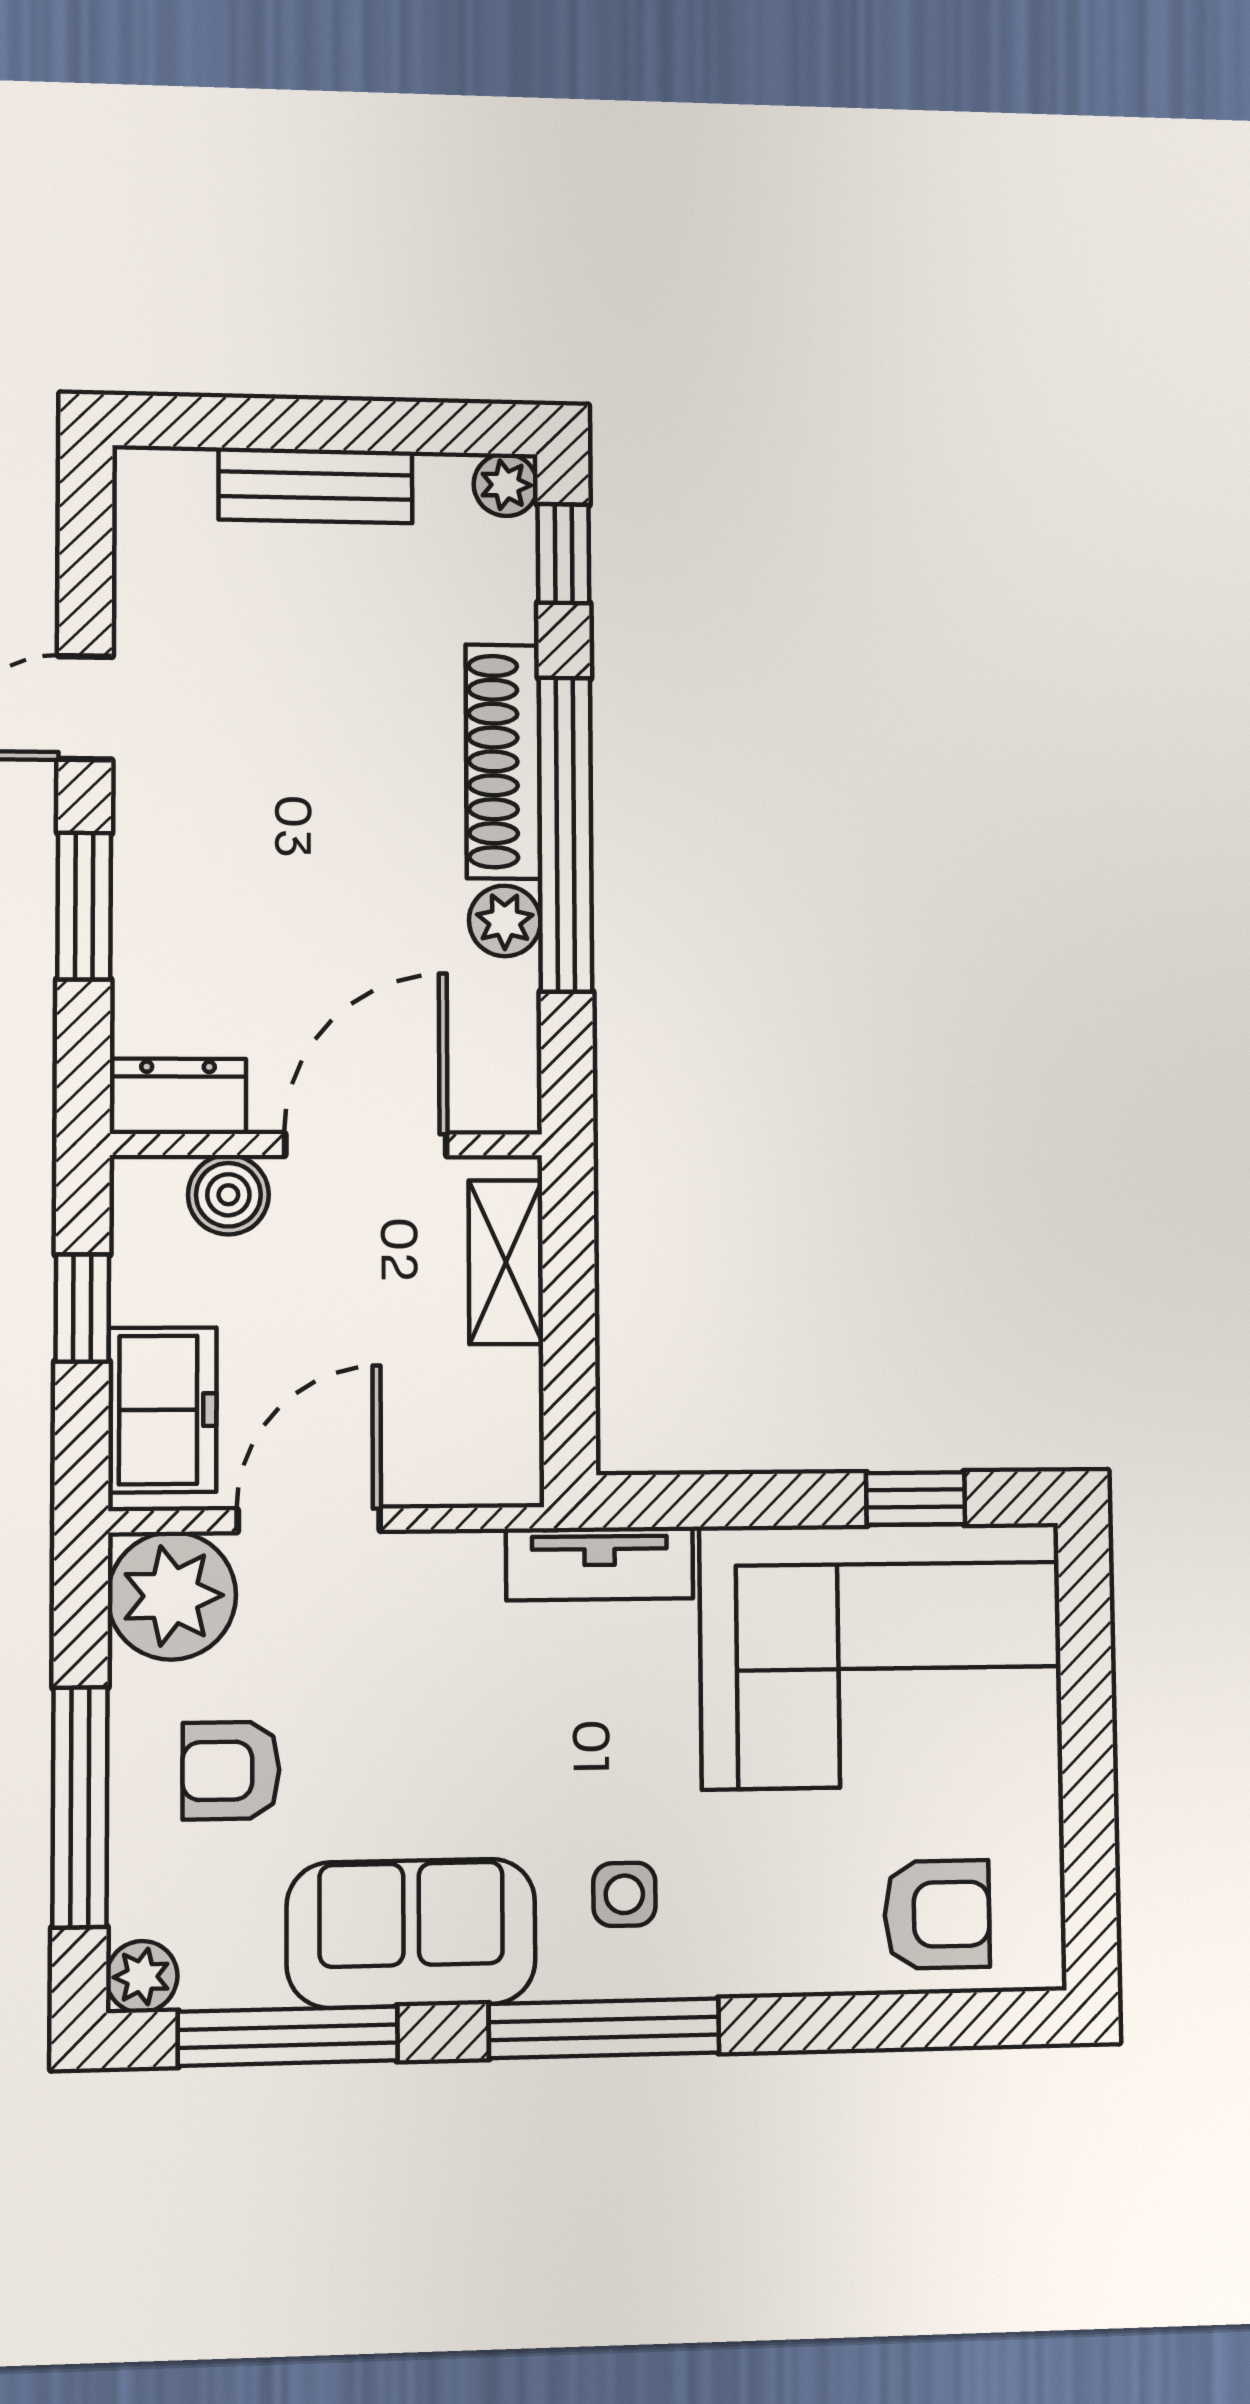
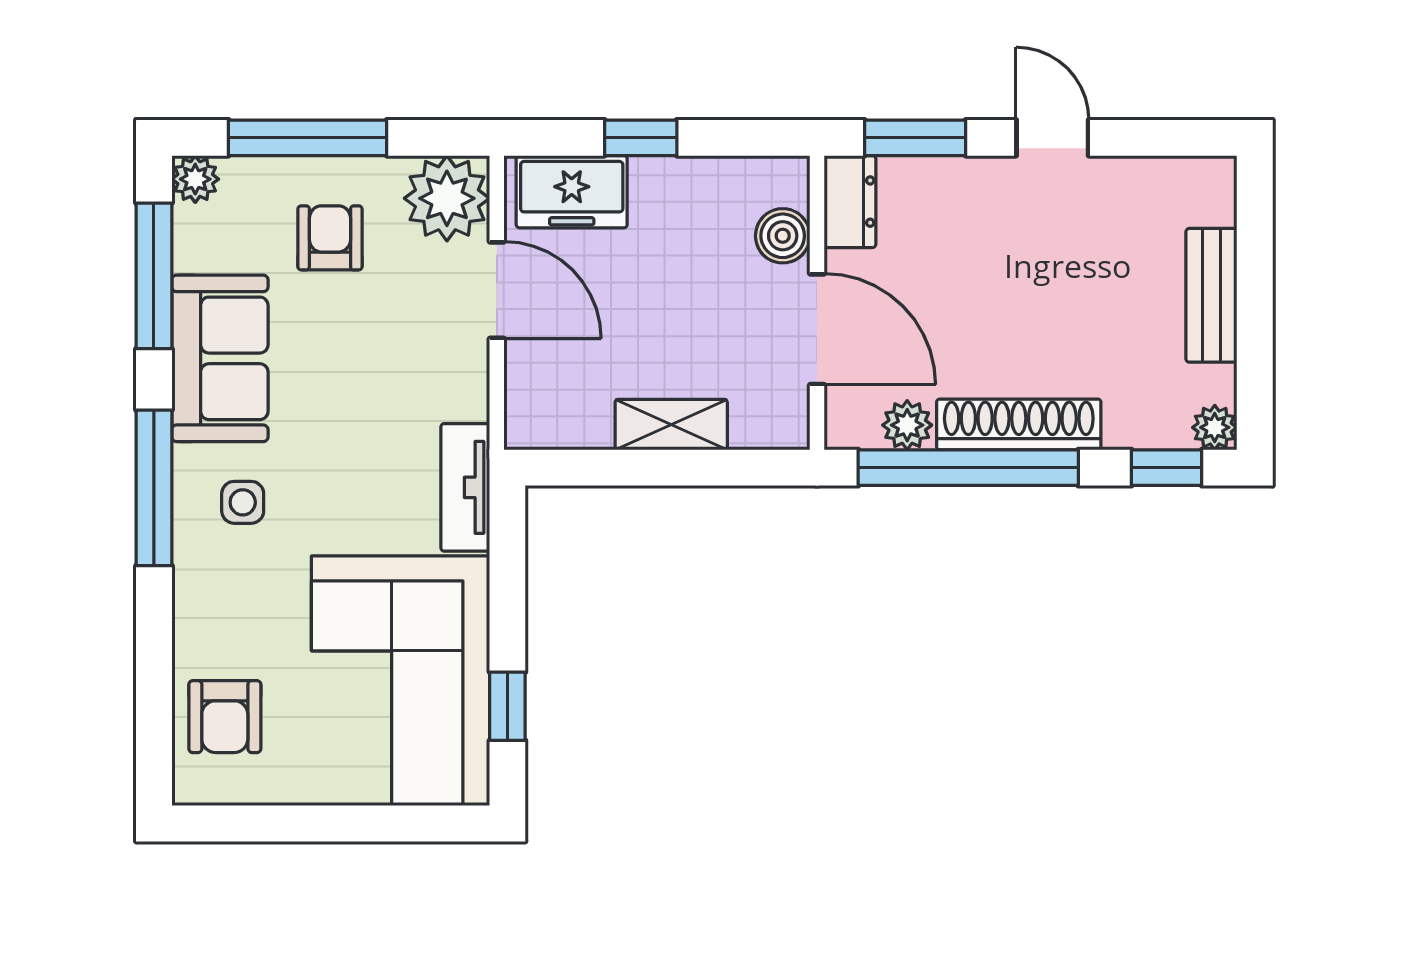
dresser: (178, 1096) -> (850, 202), moved
wall: (327, 1145) -> (817, 303), moved
door: (366, 1145) -> (817, 329), moved
boiler: (228, 1195) -> (783, 236), moved

